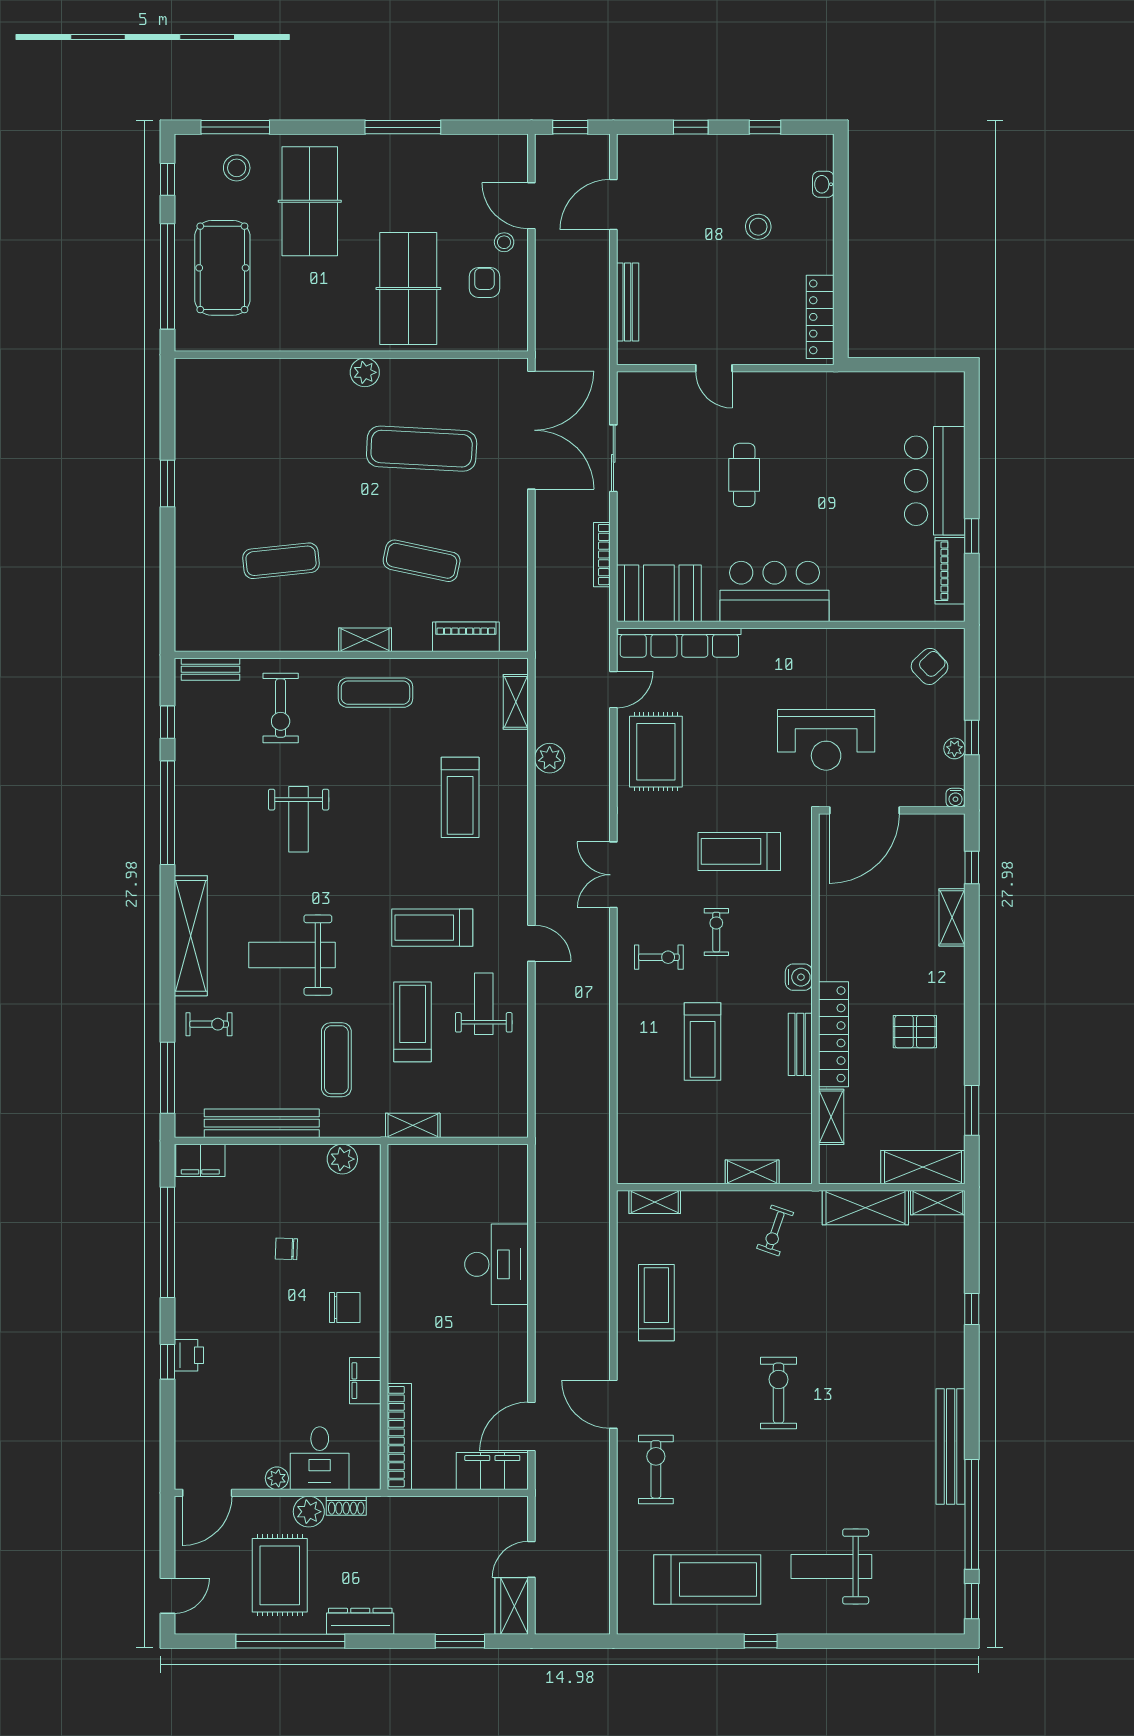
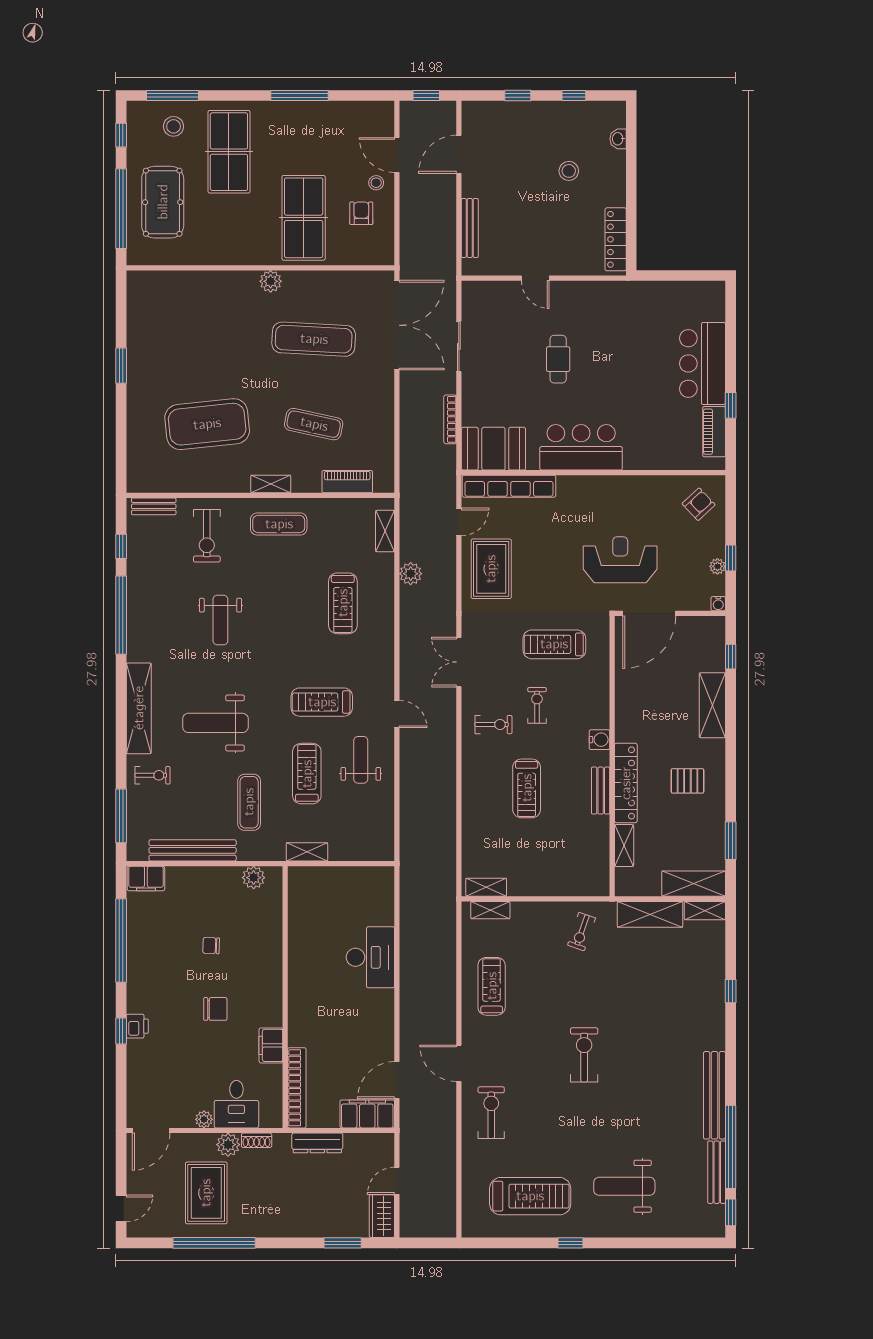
exercise mat: (281, 561) -> (207, 424), width x2.00, depth x1.45
reception desk: (826, 740) -> (620, 560), turned 180
shelving: (952, 917) -> (712, 705), width x1.50, depth x1.33
shelving: (752, 1172) -> (486, 887), moved
chair: (345, 1308) -> (215, 1009), moved
bench: (953, 1548) -> (717, 1172), added
dresser: (360, 1621) -> (317, 1143), moved, turned 180

